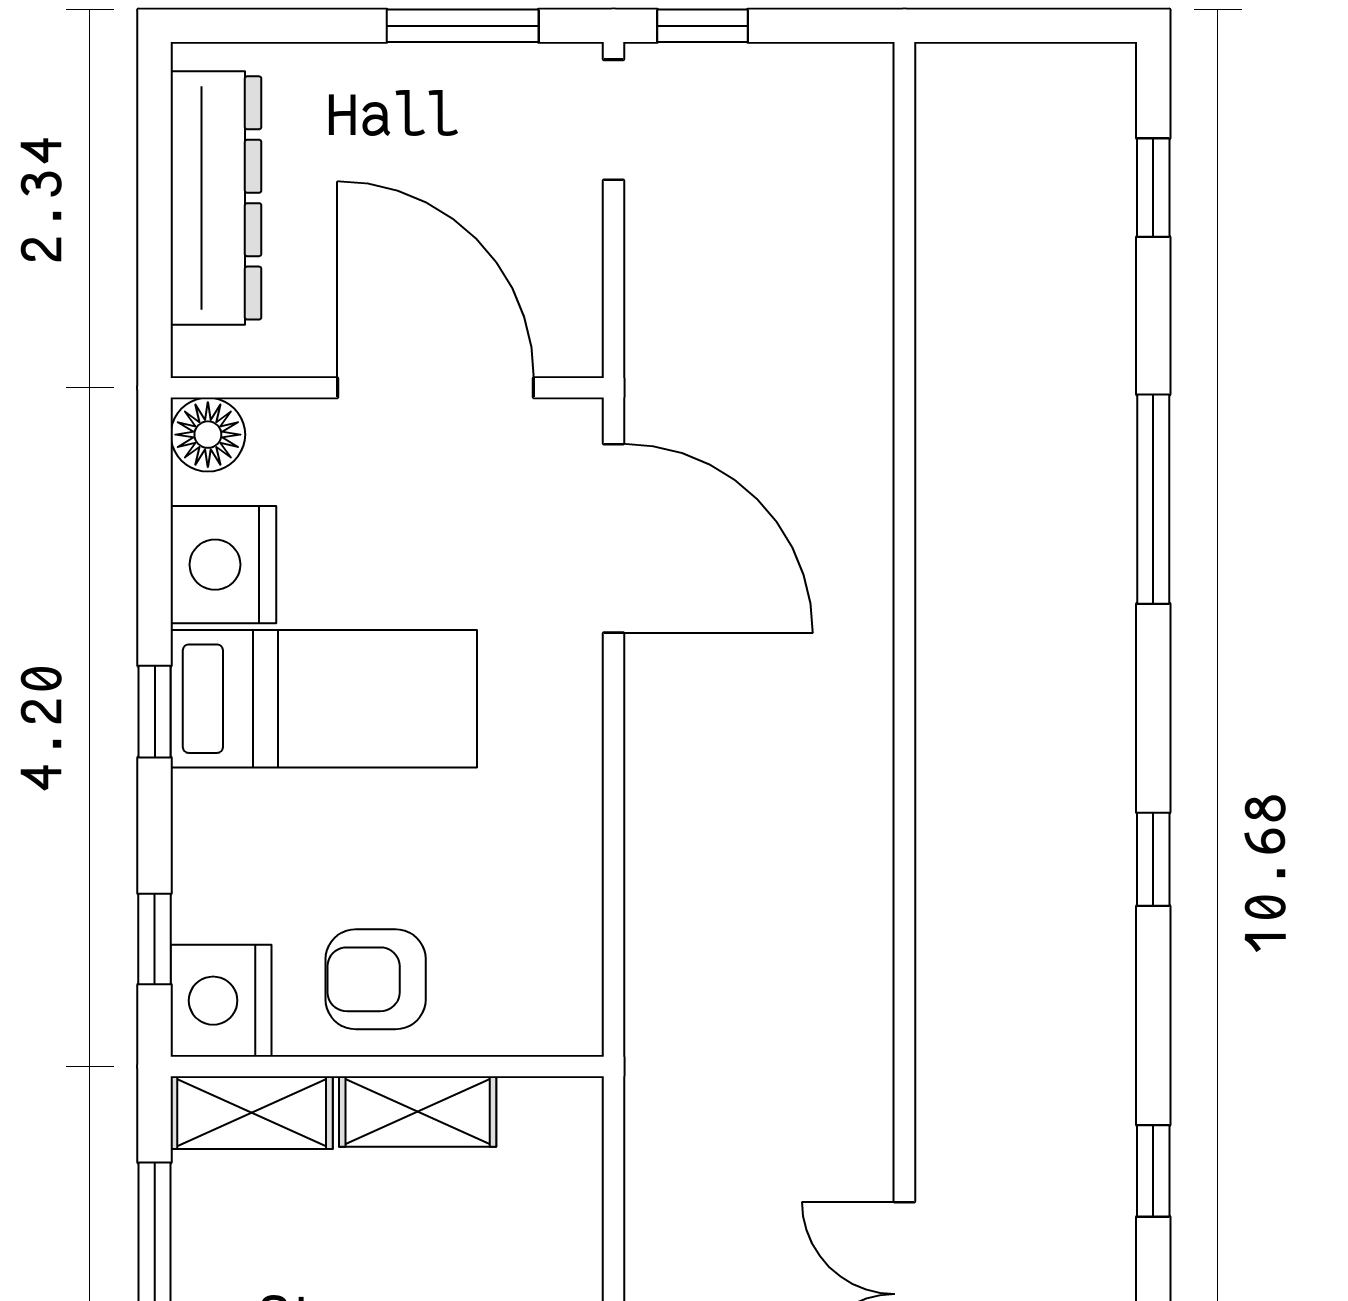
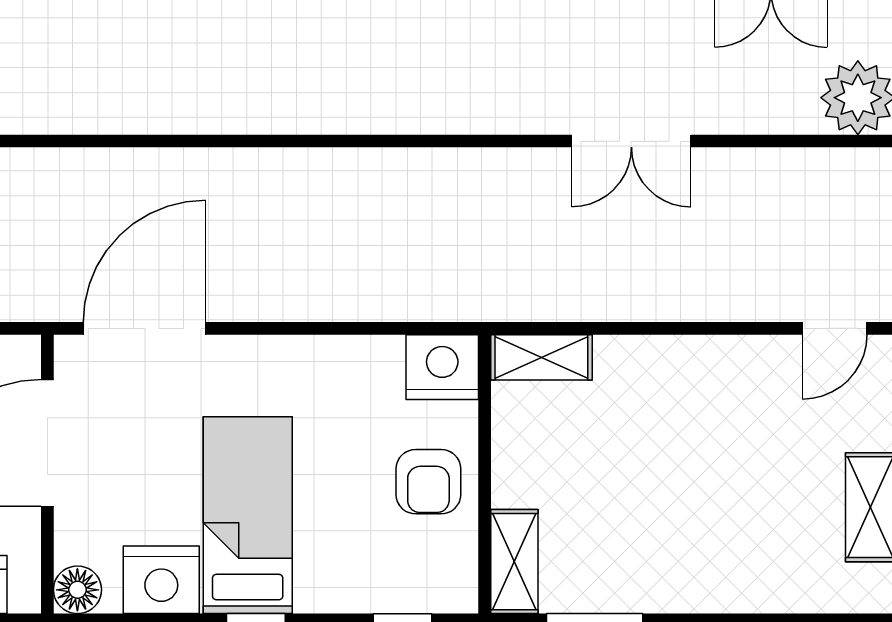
nightstand: (221, 1001) -> (442, 367), moved, turned 180
shelving: (418, 1112) -> (541, 357), moved, turned 90

